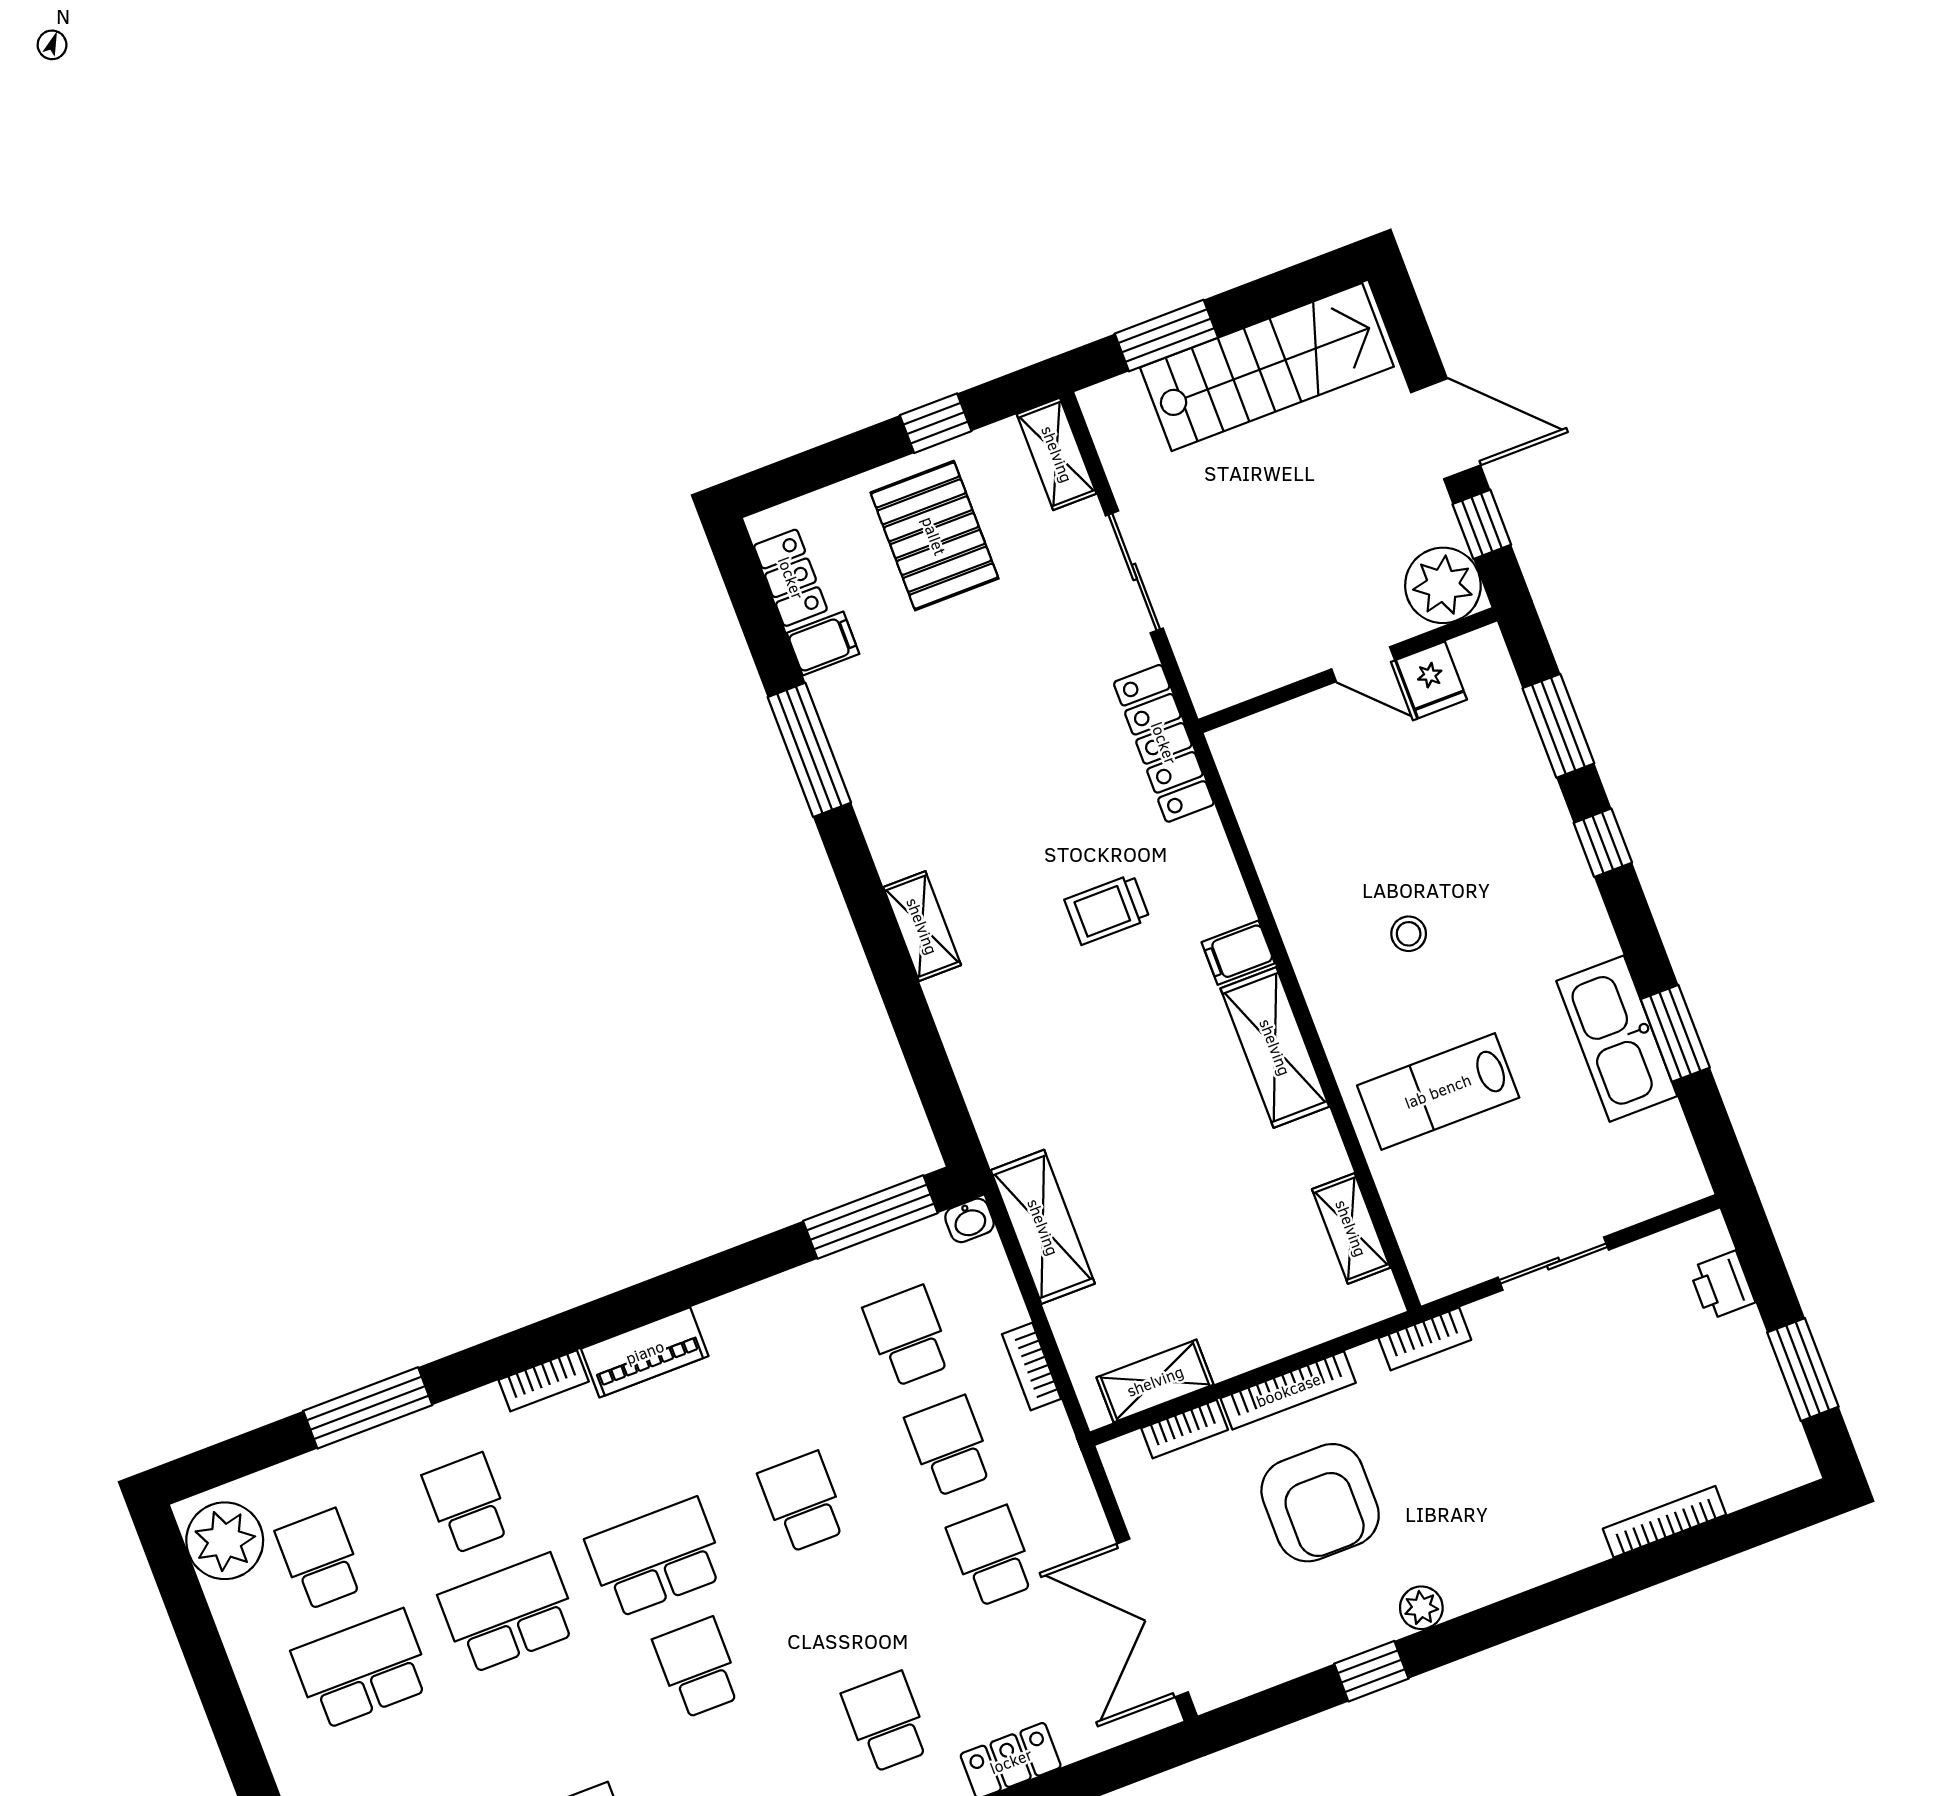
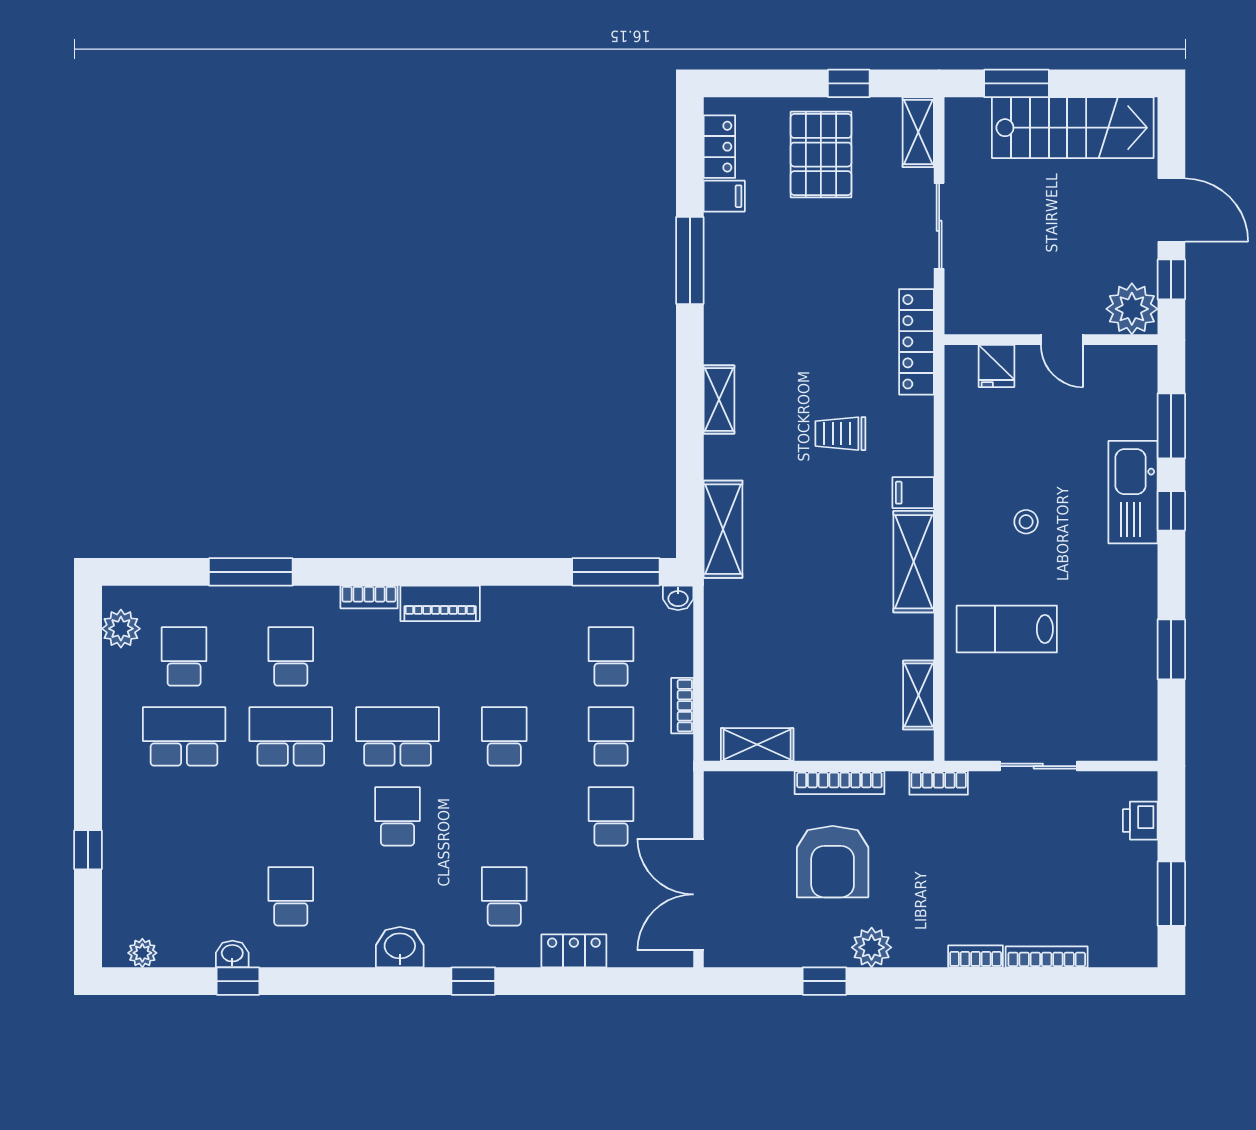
fridge: (1432, 680) -> (996, 366), moved
kitchen sink: (1617, 1039) -> (1133, 492), moved
shelving: (1043, 1227) -> (723, 529), moved
bookcase: (1185, 1429) -> (976, 956), moved, turned 180
plant: (225, 1541) -> (121, 629), width x0.73, depth x0.73
plant: (1421, 1608) -> (872, 947), width x1.38, depth x1.38

